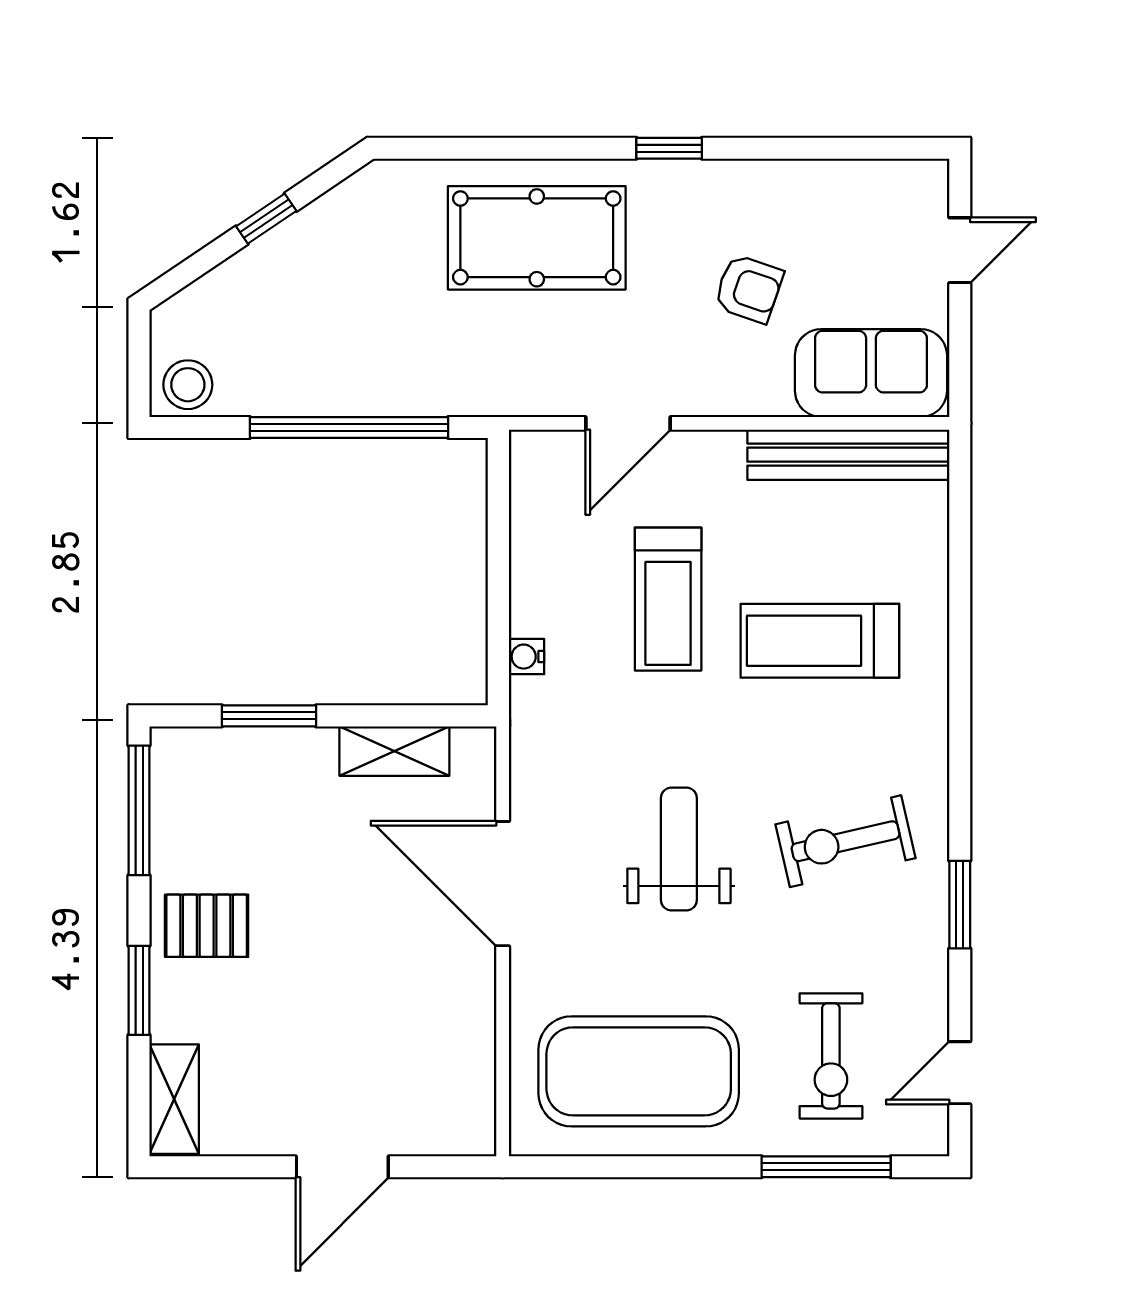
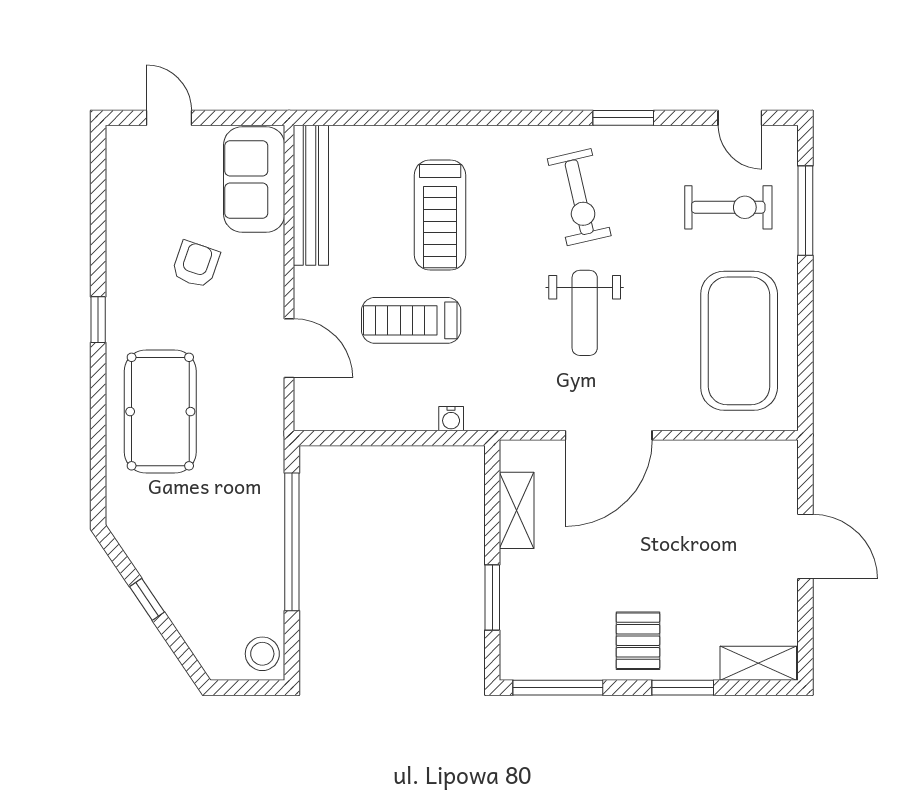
treadmill: (668, 599) -> (411, 320), turned 180
weight bench: (679, 849) -> (585, 313), turned -90

